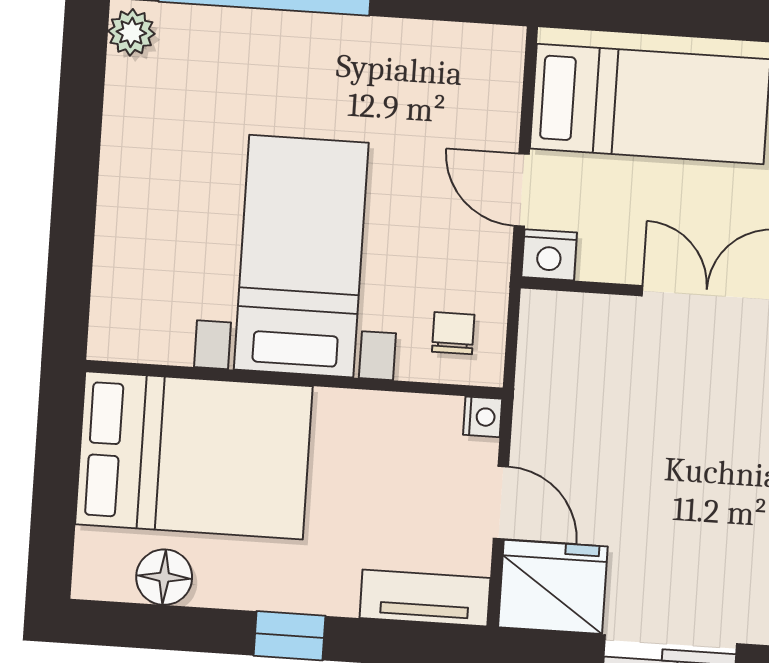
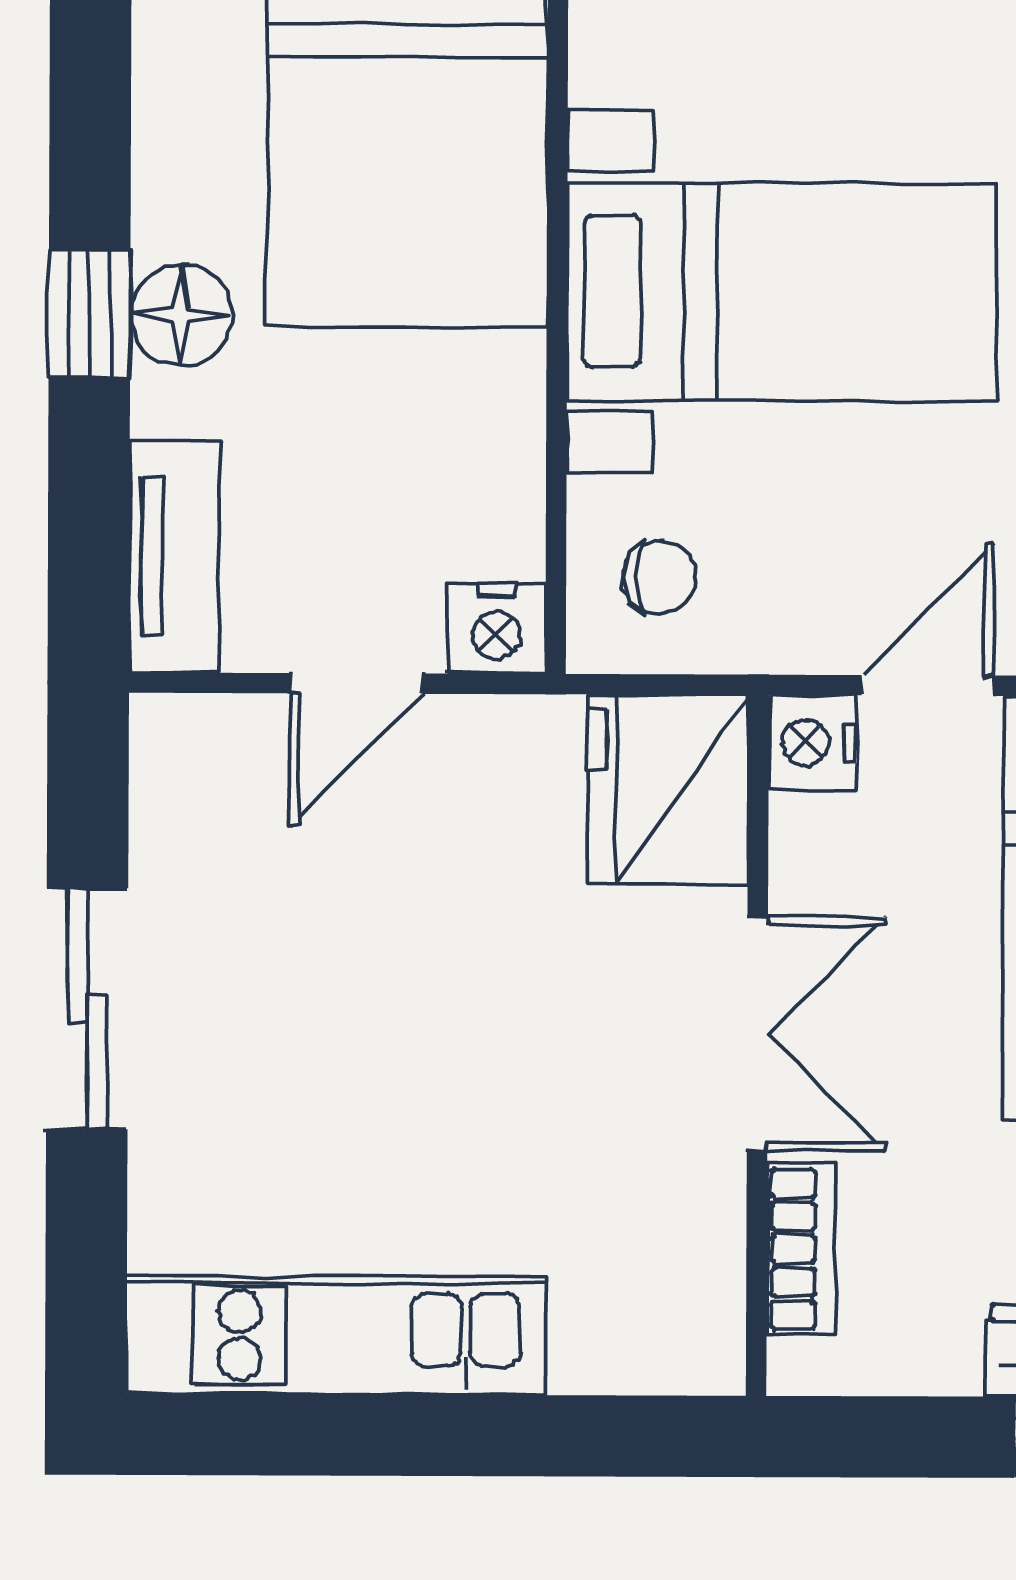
nightstand: (483, 417) -> (496, 629), width x1.39, depth x1.35
floor lamp: (164, 577) -> (181, 315), moved
fridge: (553, 587) -> (668, 789), moved, turned 180

